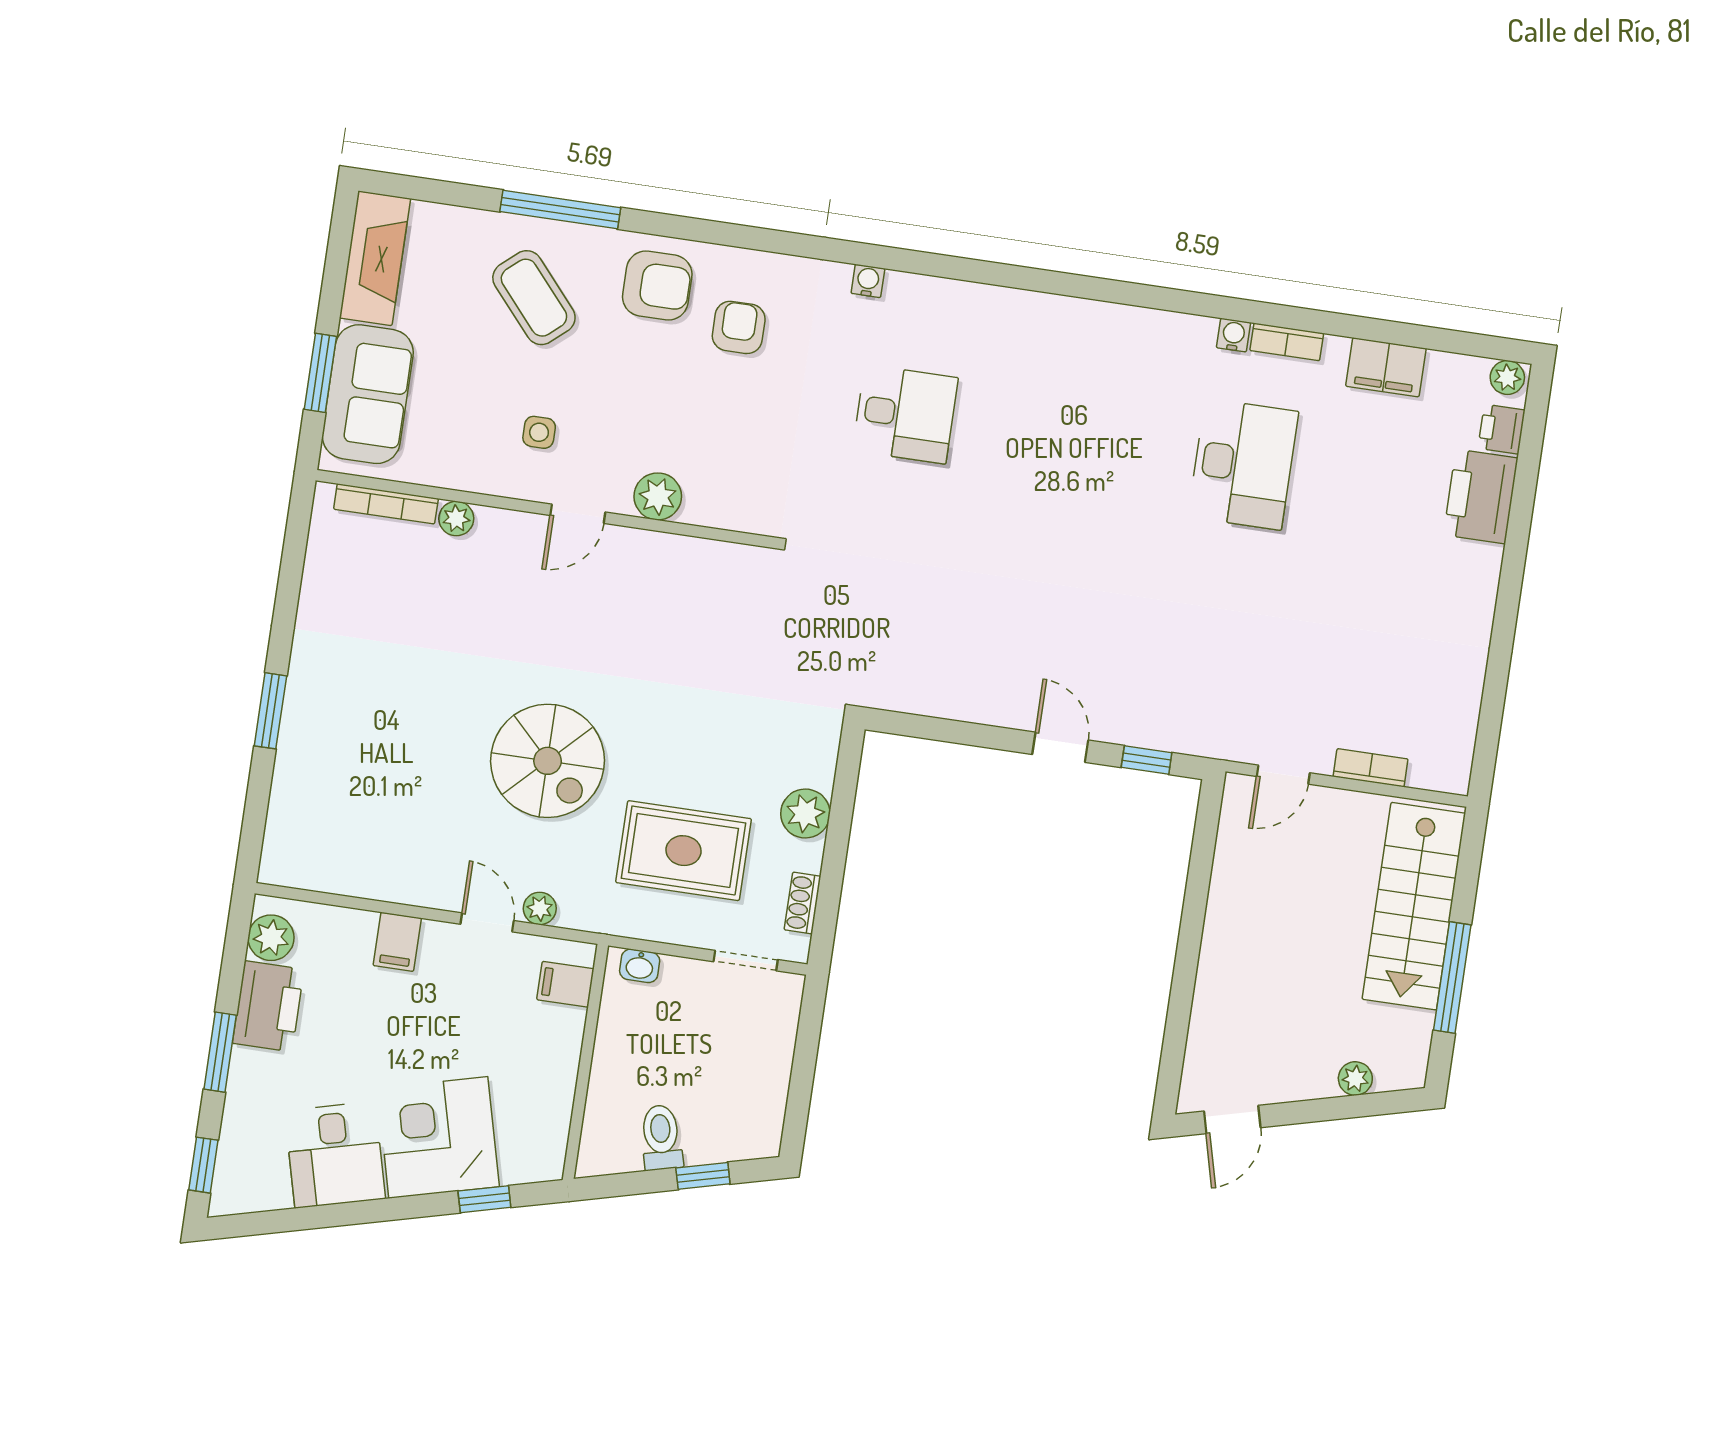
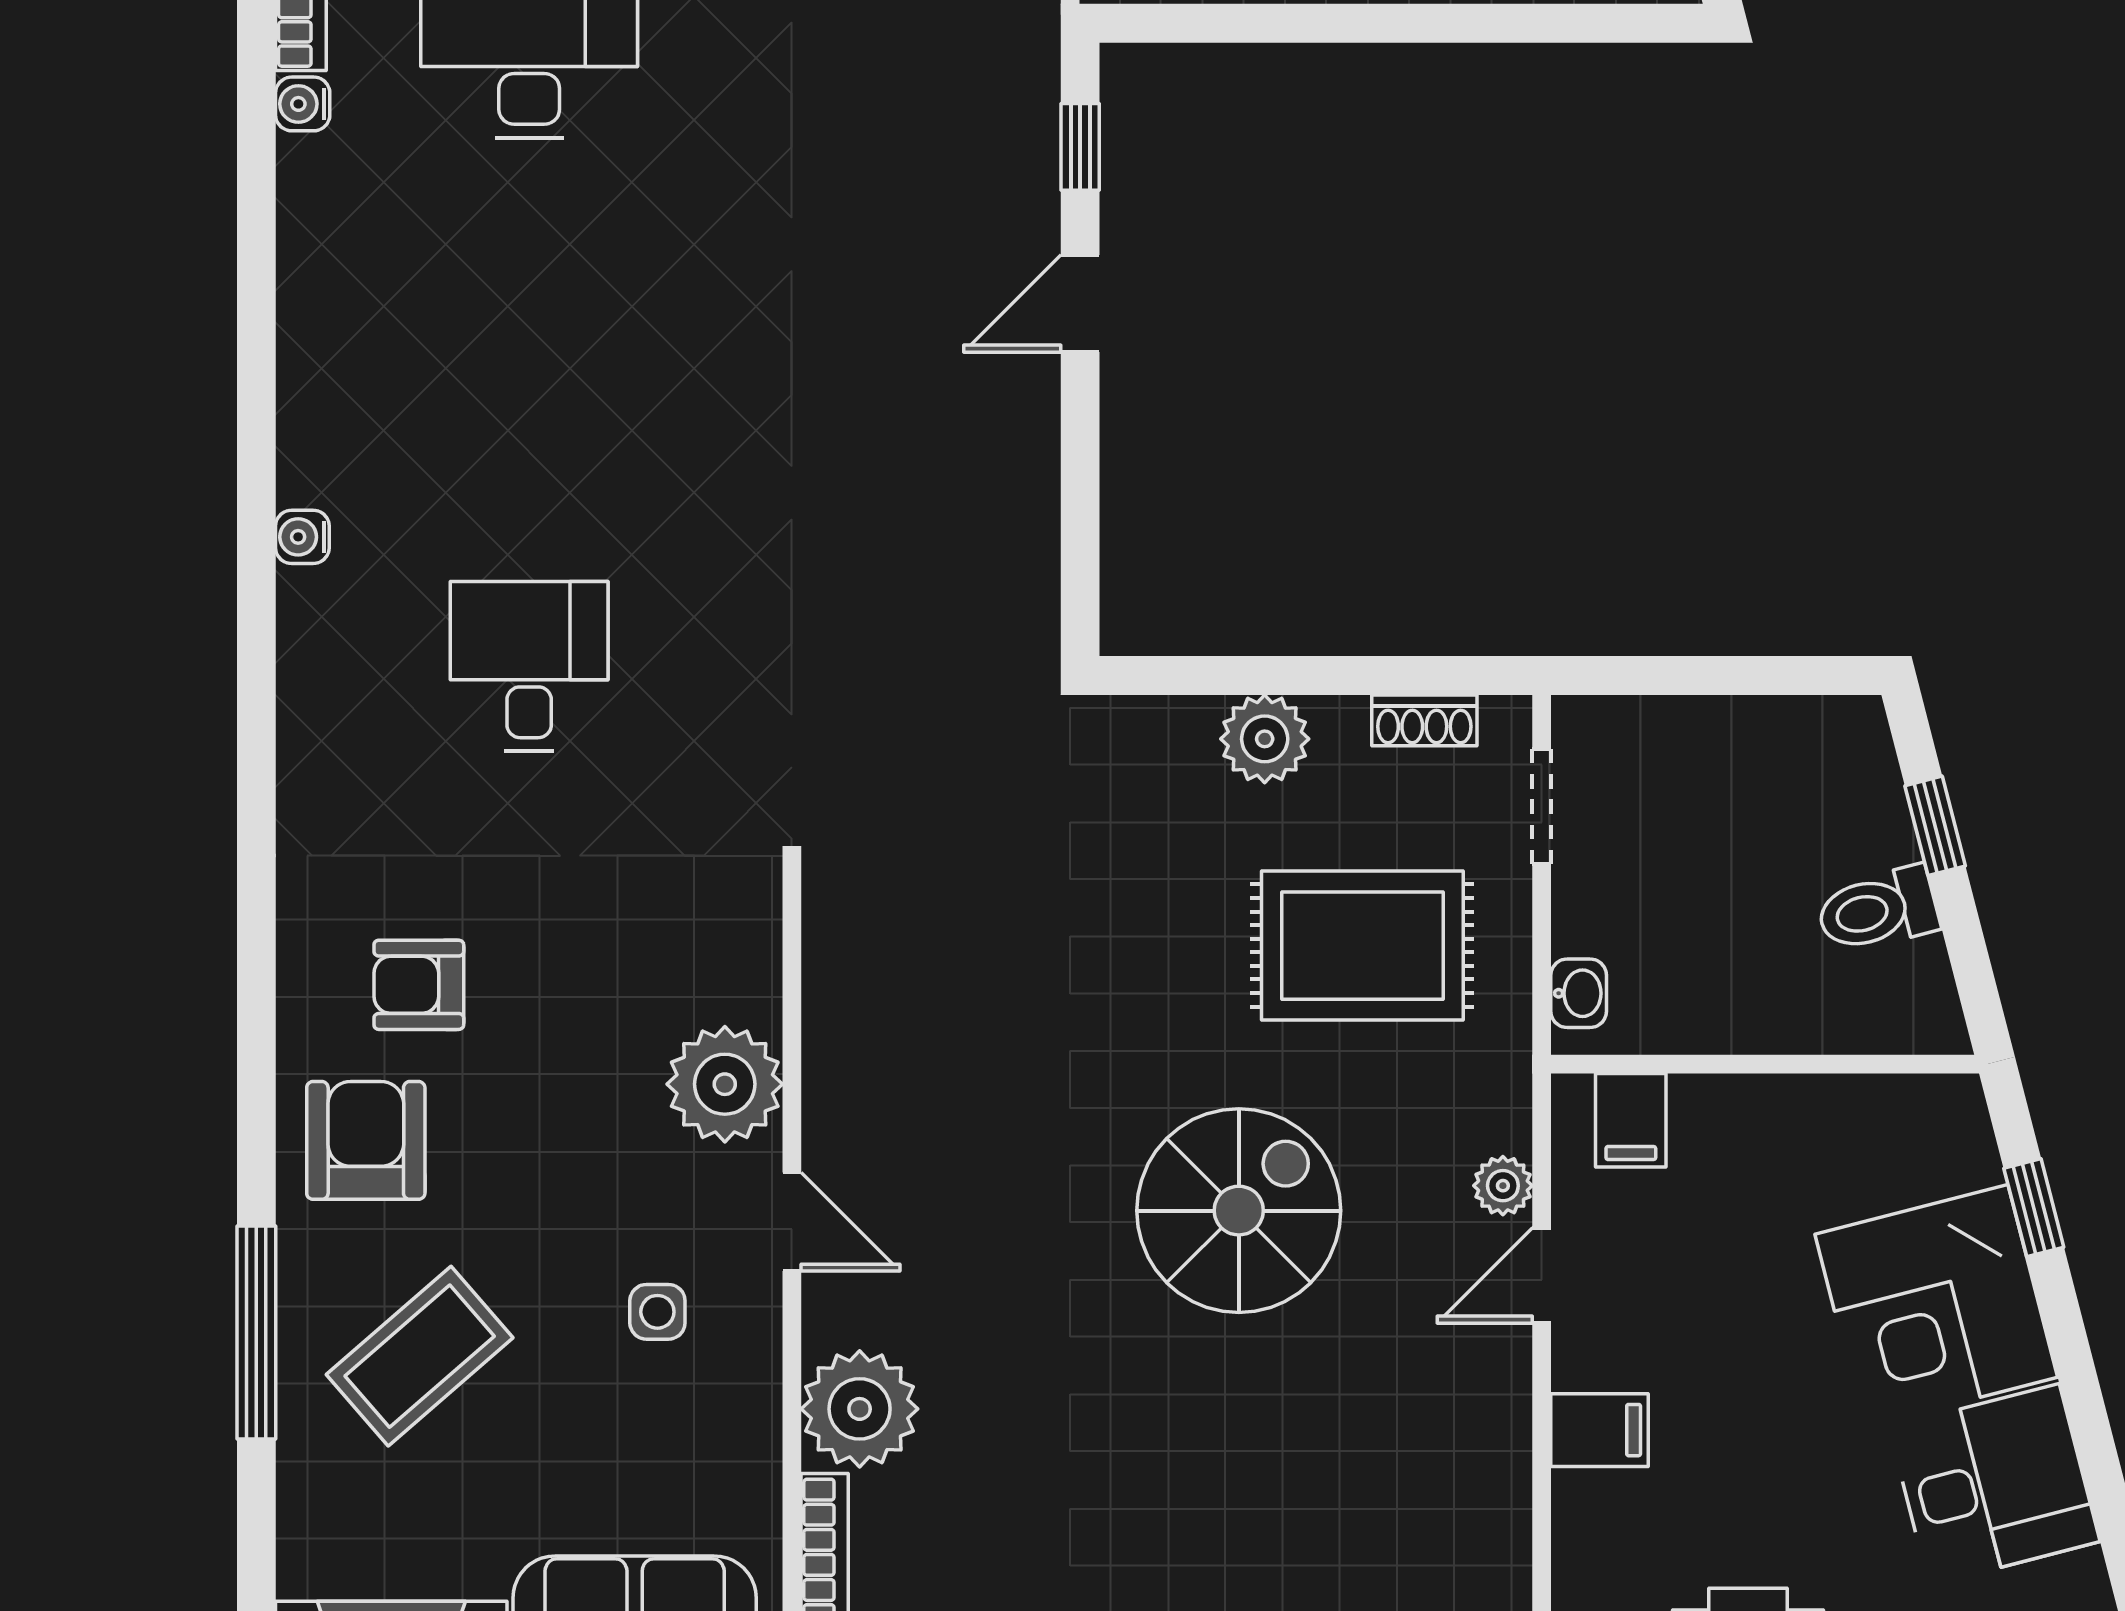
water cooler: (868, 281) -> (302, 537), moved
plant: (658, 496) -> (725, 1084), width x1.36, depth x1.36
plant: (456, 519) -> (860, 1409), width x1.88, depth x1.88
rug: (683, 851) -> (1362, 946), turned 90

